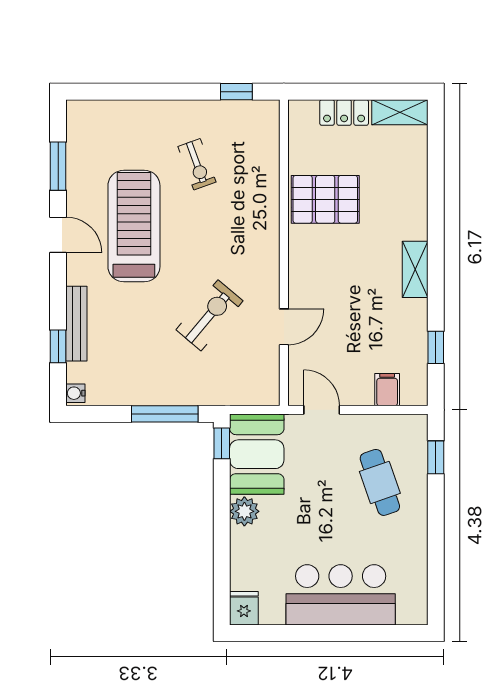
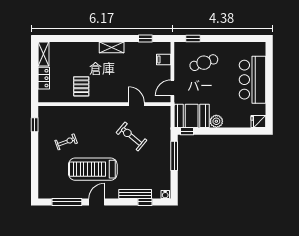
window: (58, 166) -> (67, 202), width x1.44
pallet: (325, 199) -> (81, 86), width x0.67, depth x0.71

